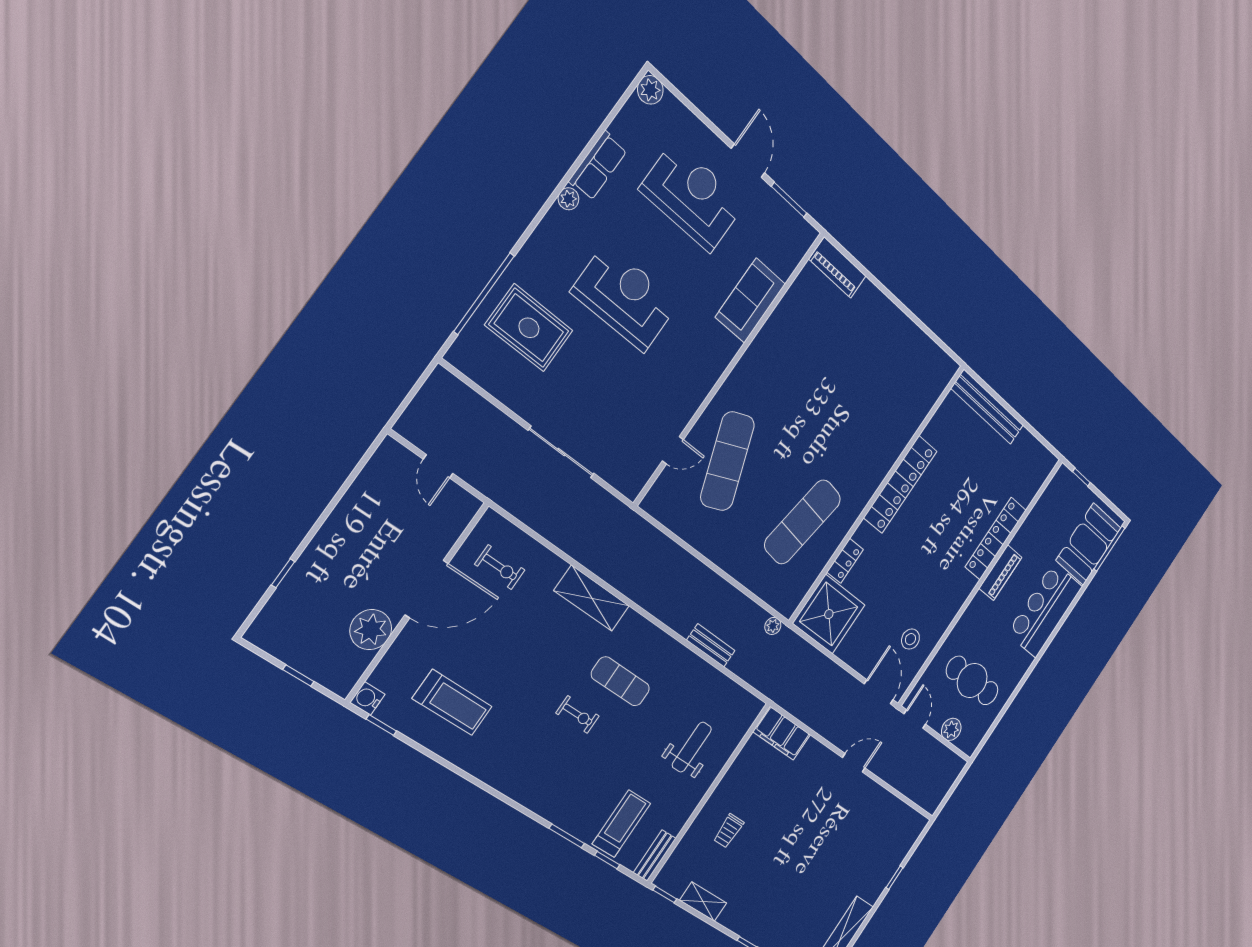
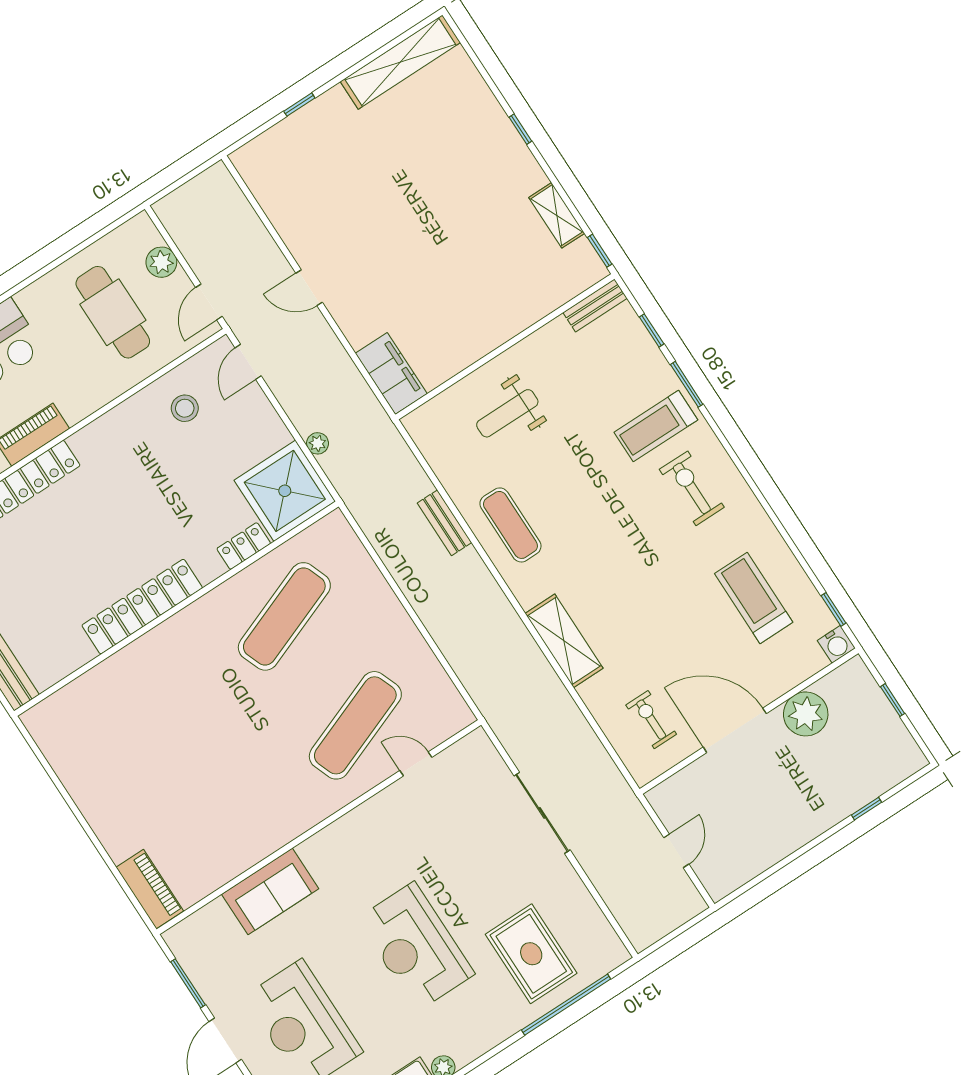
exercise mat: (803, 522) -> (284, 616), turned -30
plant: (773, 626) -> (318, 443), moved
exercise mat: (620, 681) -> (510, 525), moved
door: (879, 692) -> (248, 362), width x0.73
exercise bike: (578, 714) -> (692, 488), moved, width x1.38, depth x1.39
treadmill: (621, 824) -> (656, 426), moved
trolley: (729, 831) -> (497, 287), removed

